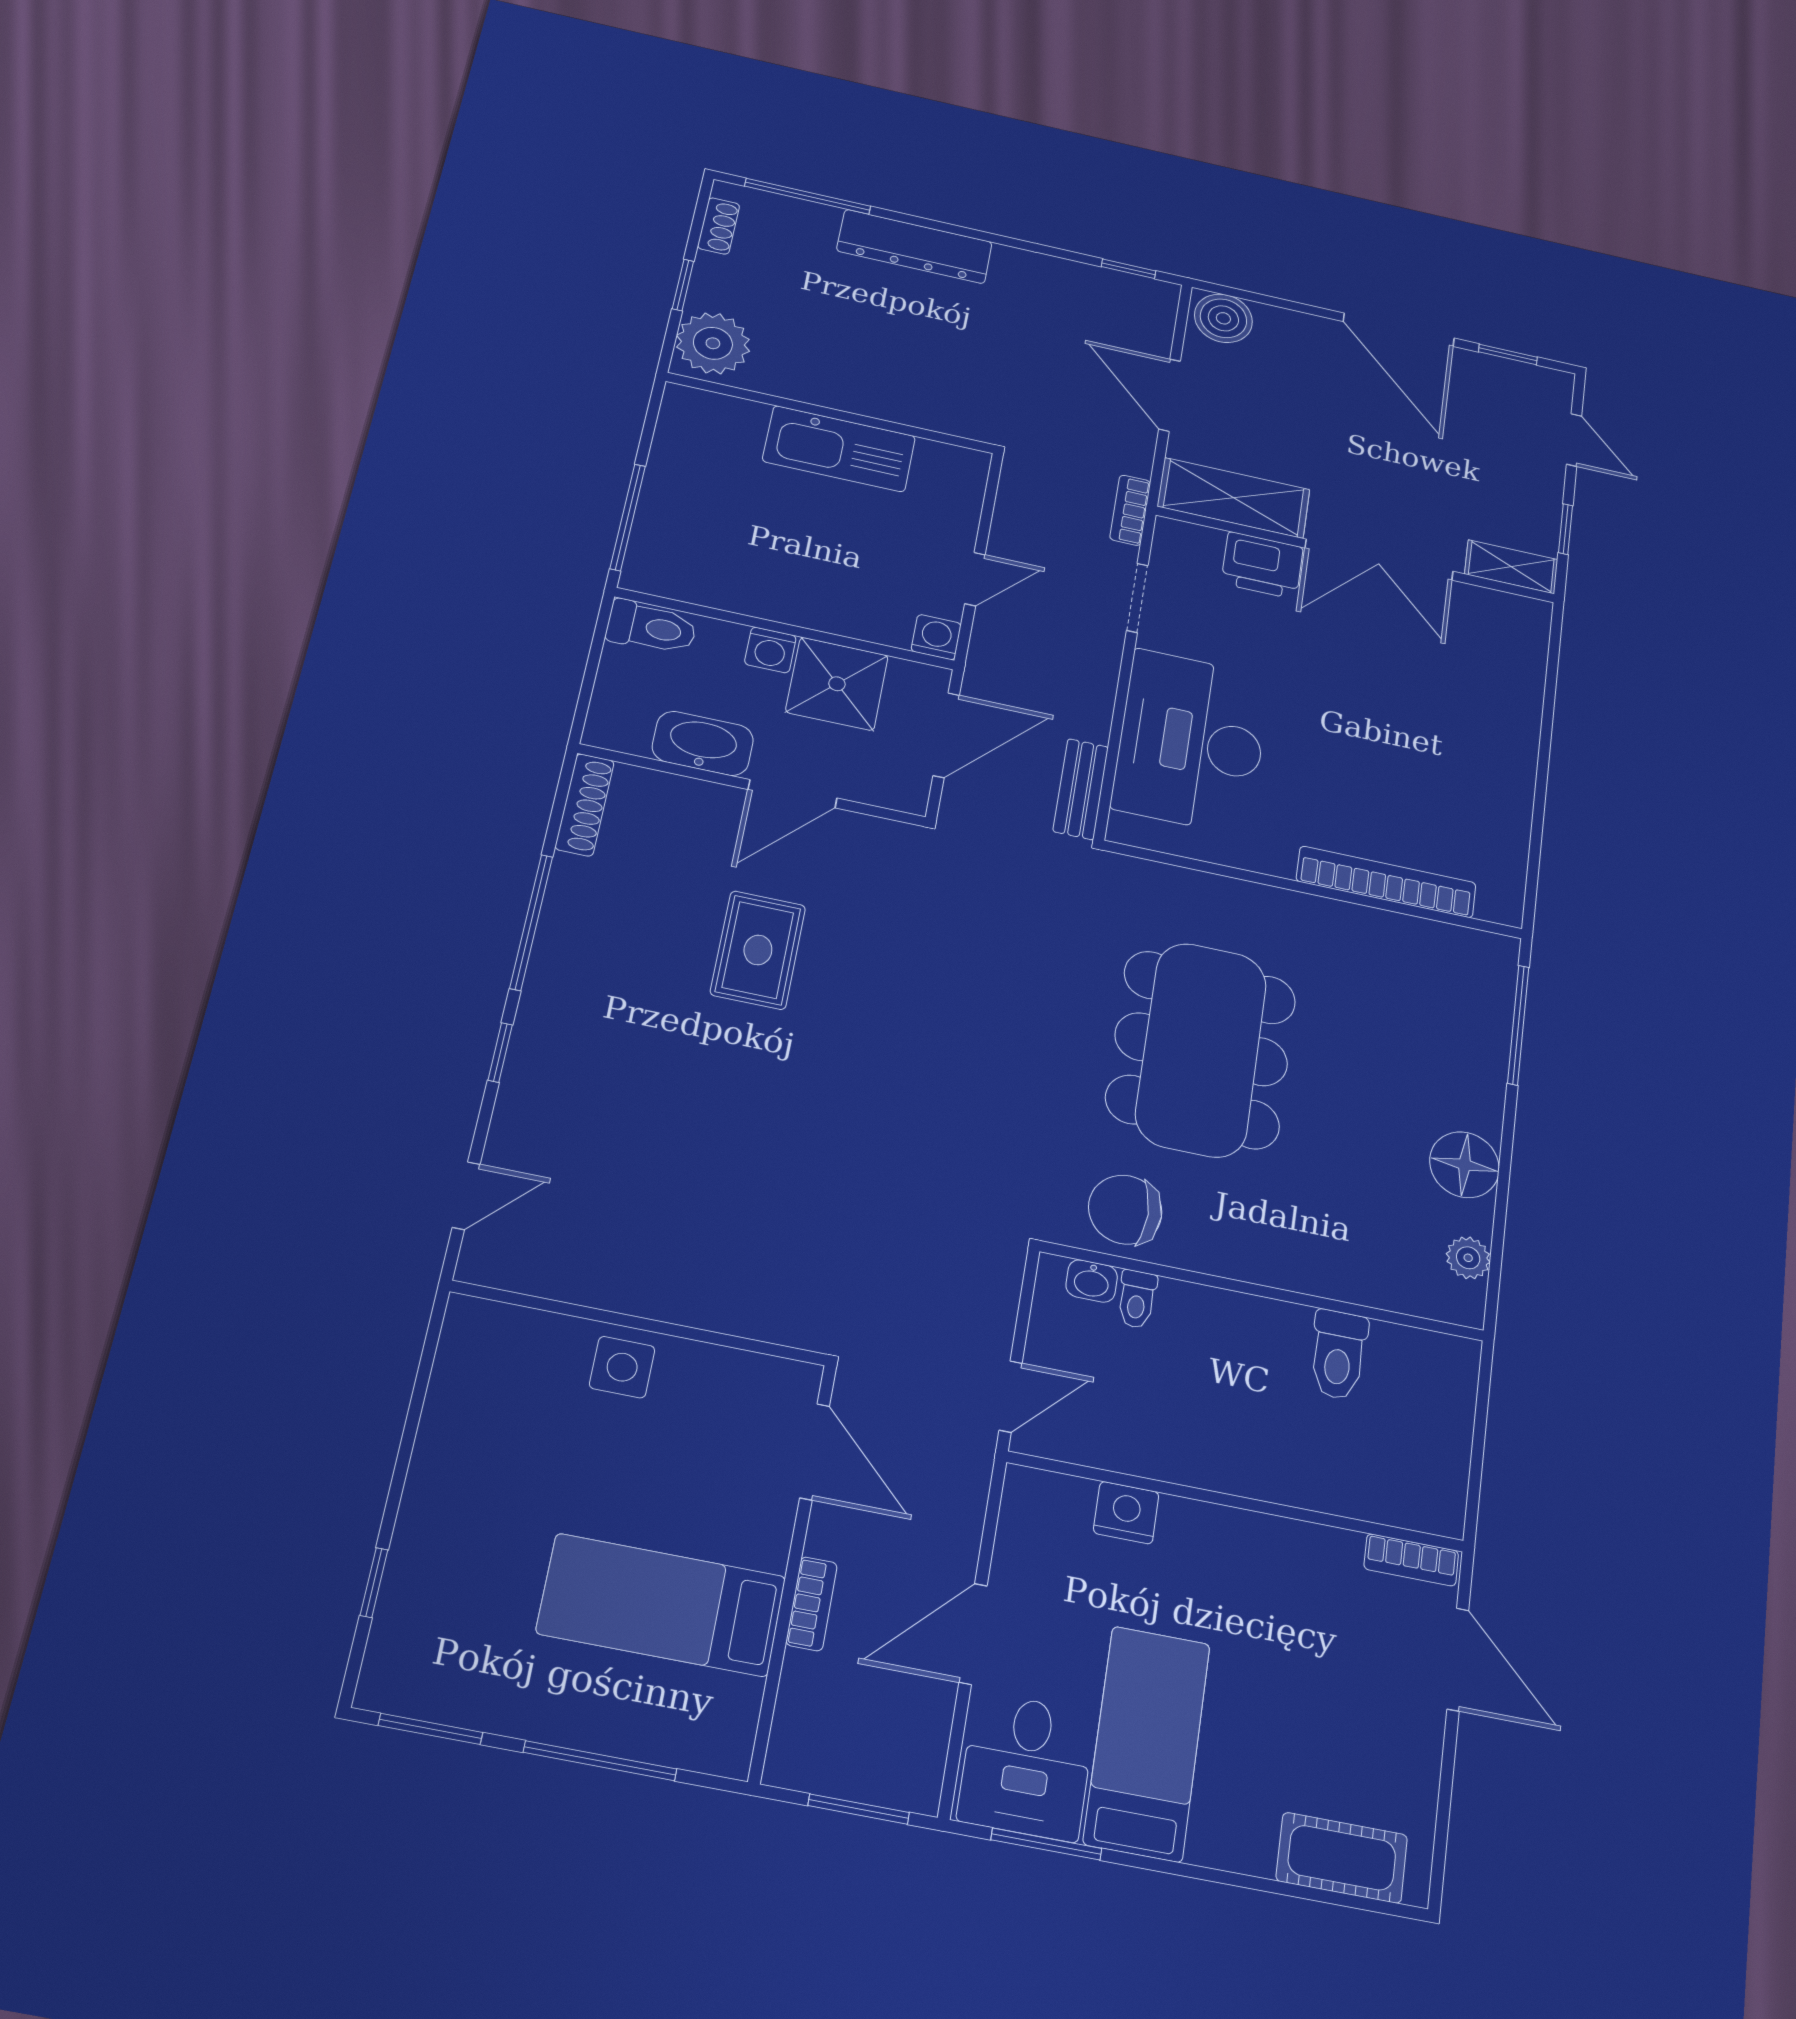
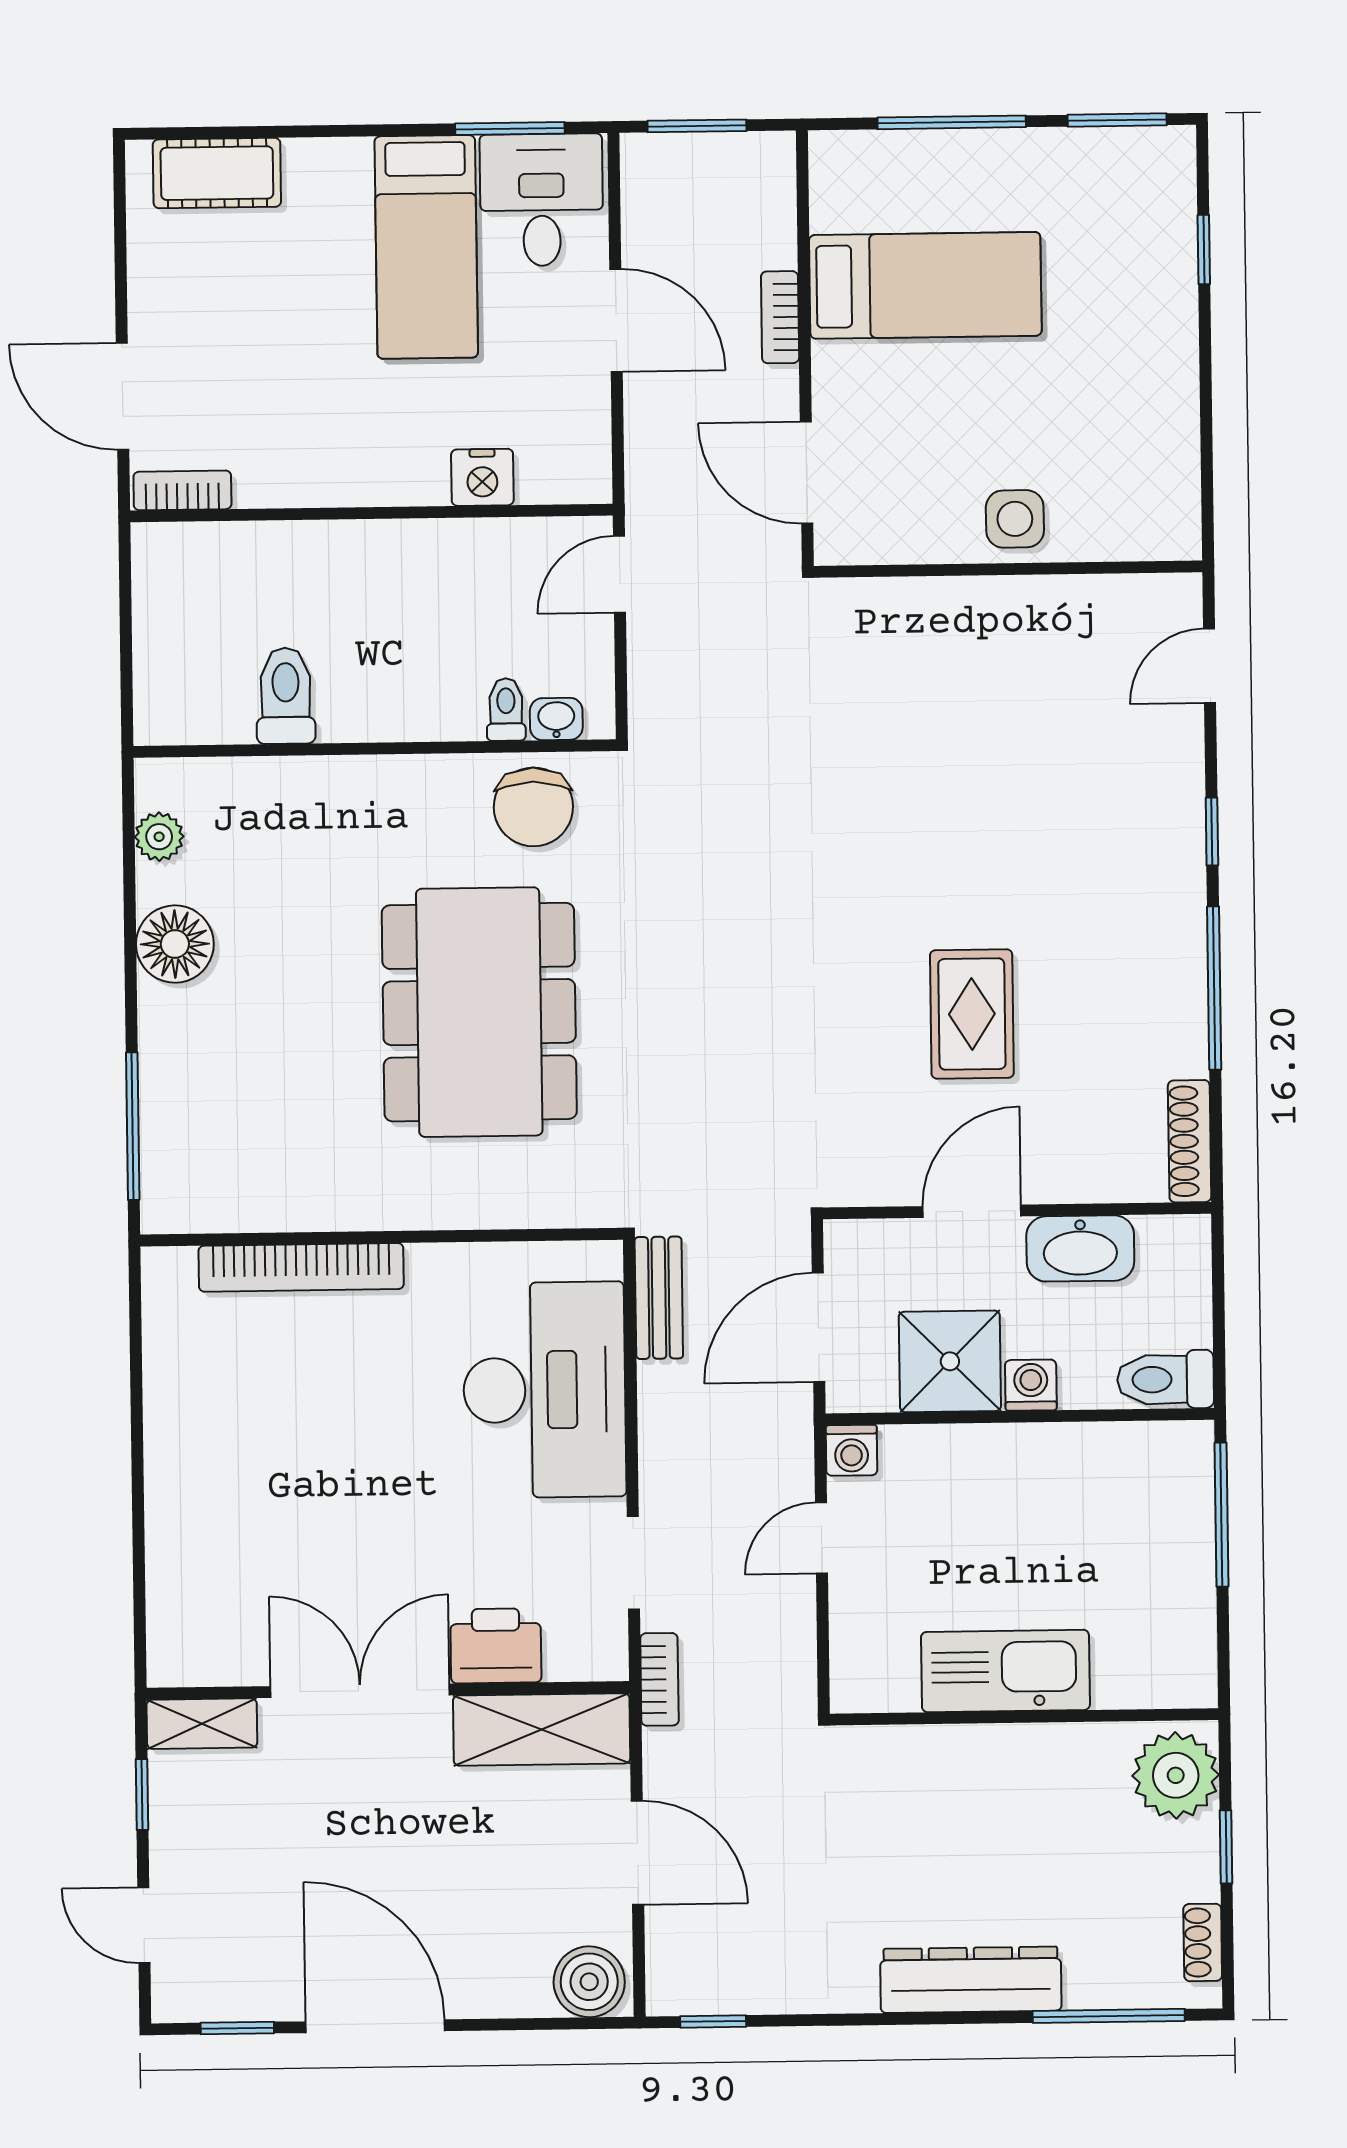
chair: (1125, 1210) -> (533, 807), turned 90
door: (973, 1634) -> (616, 320), hinge flipped

